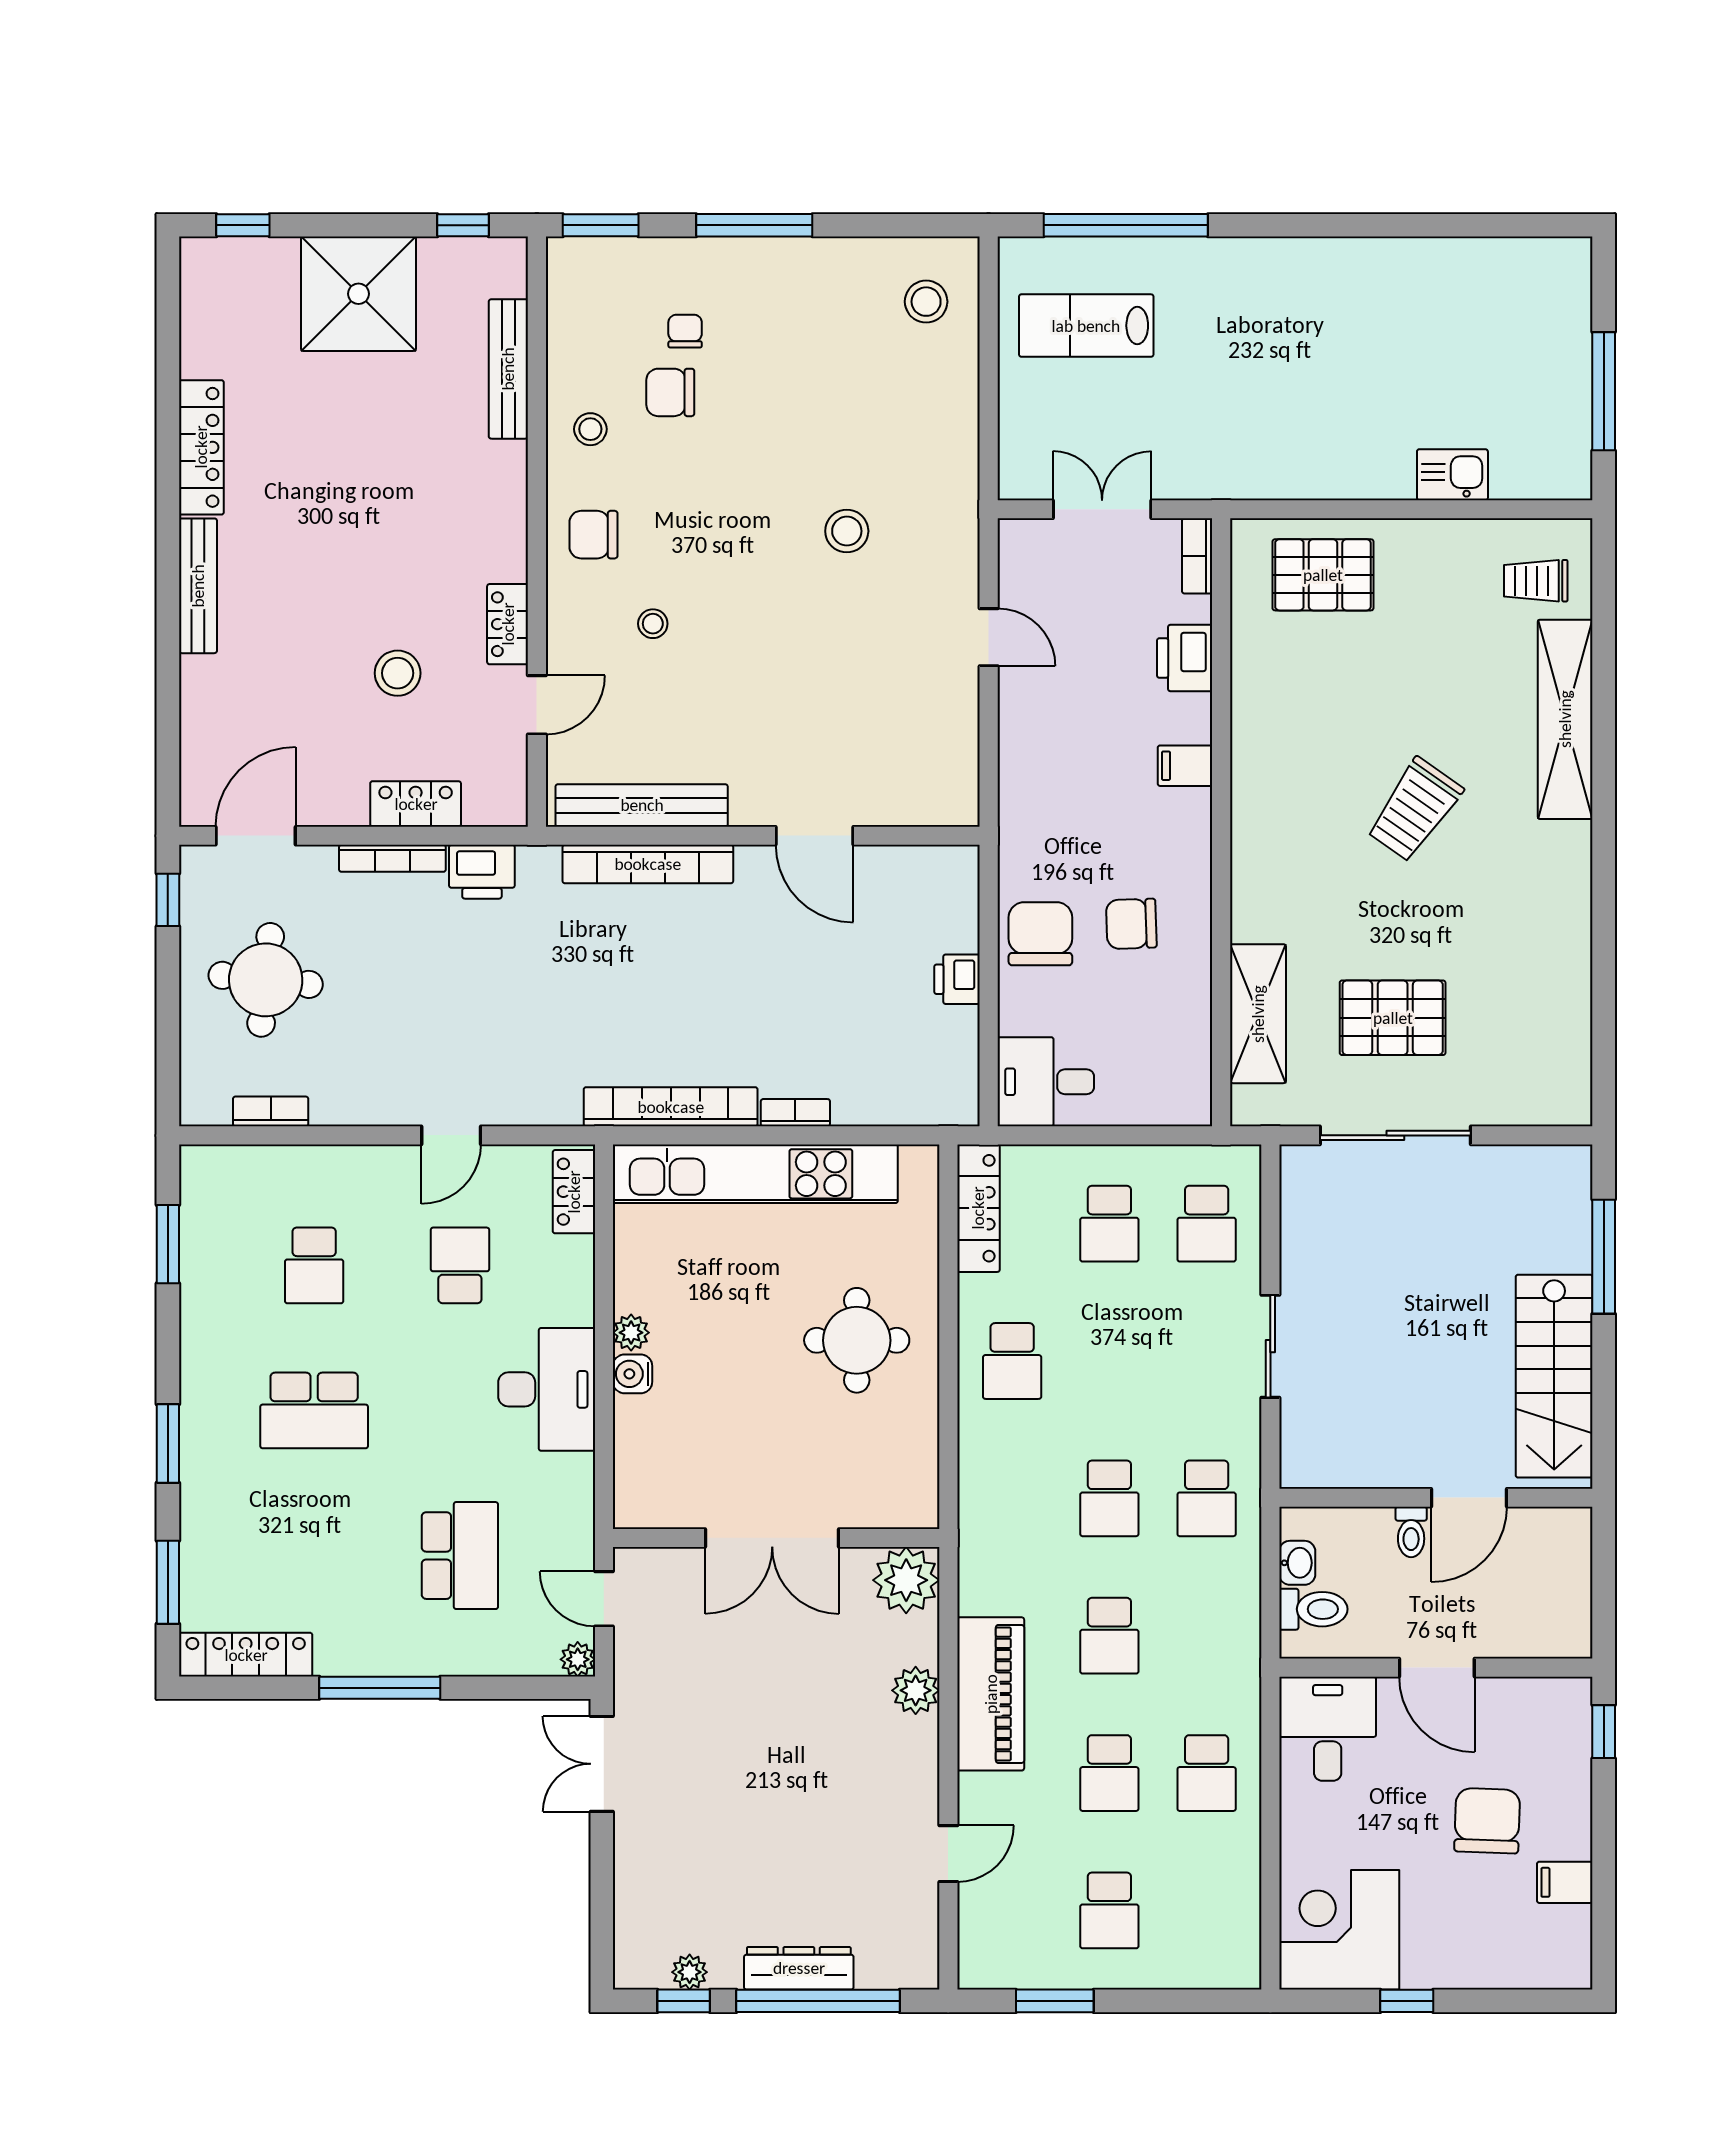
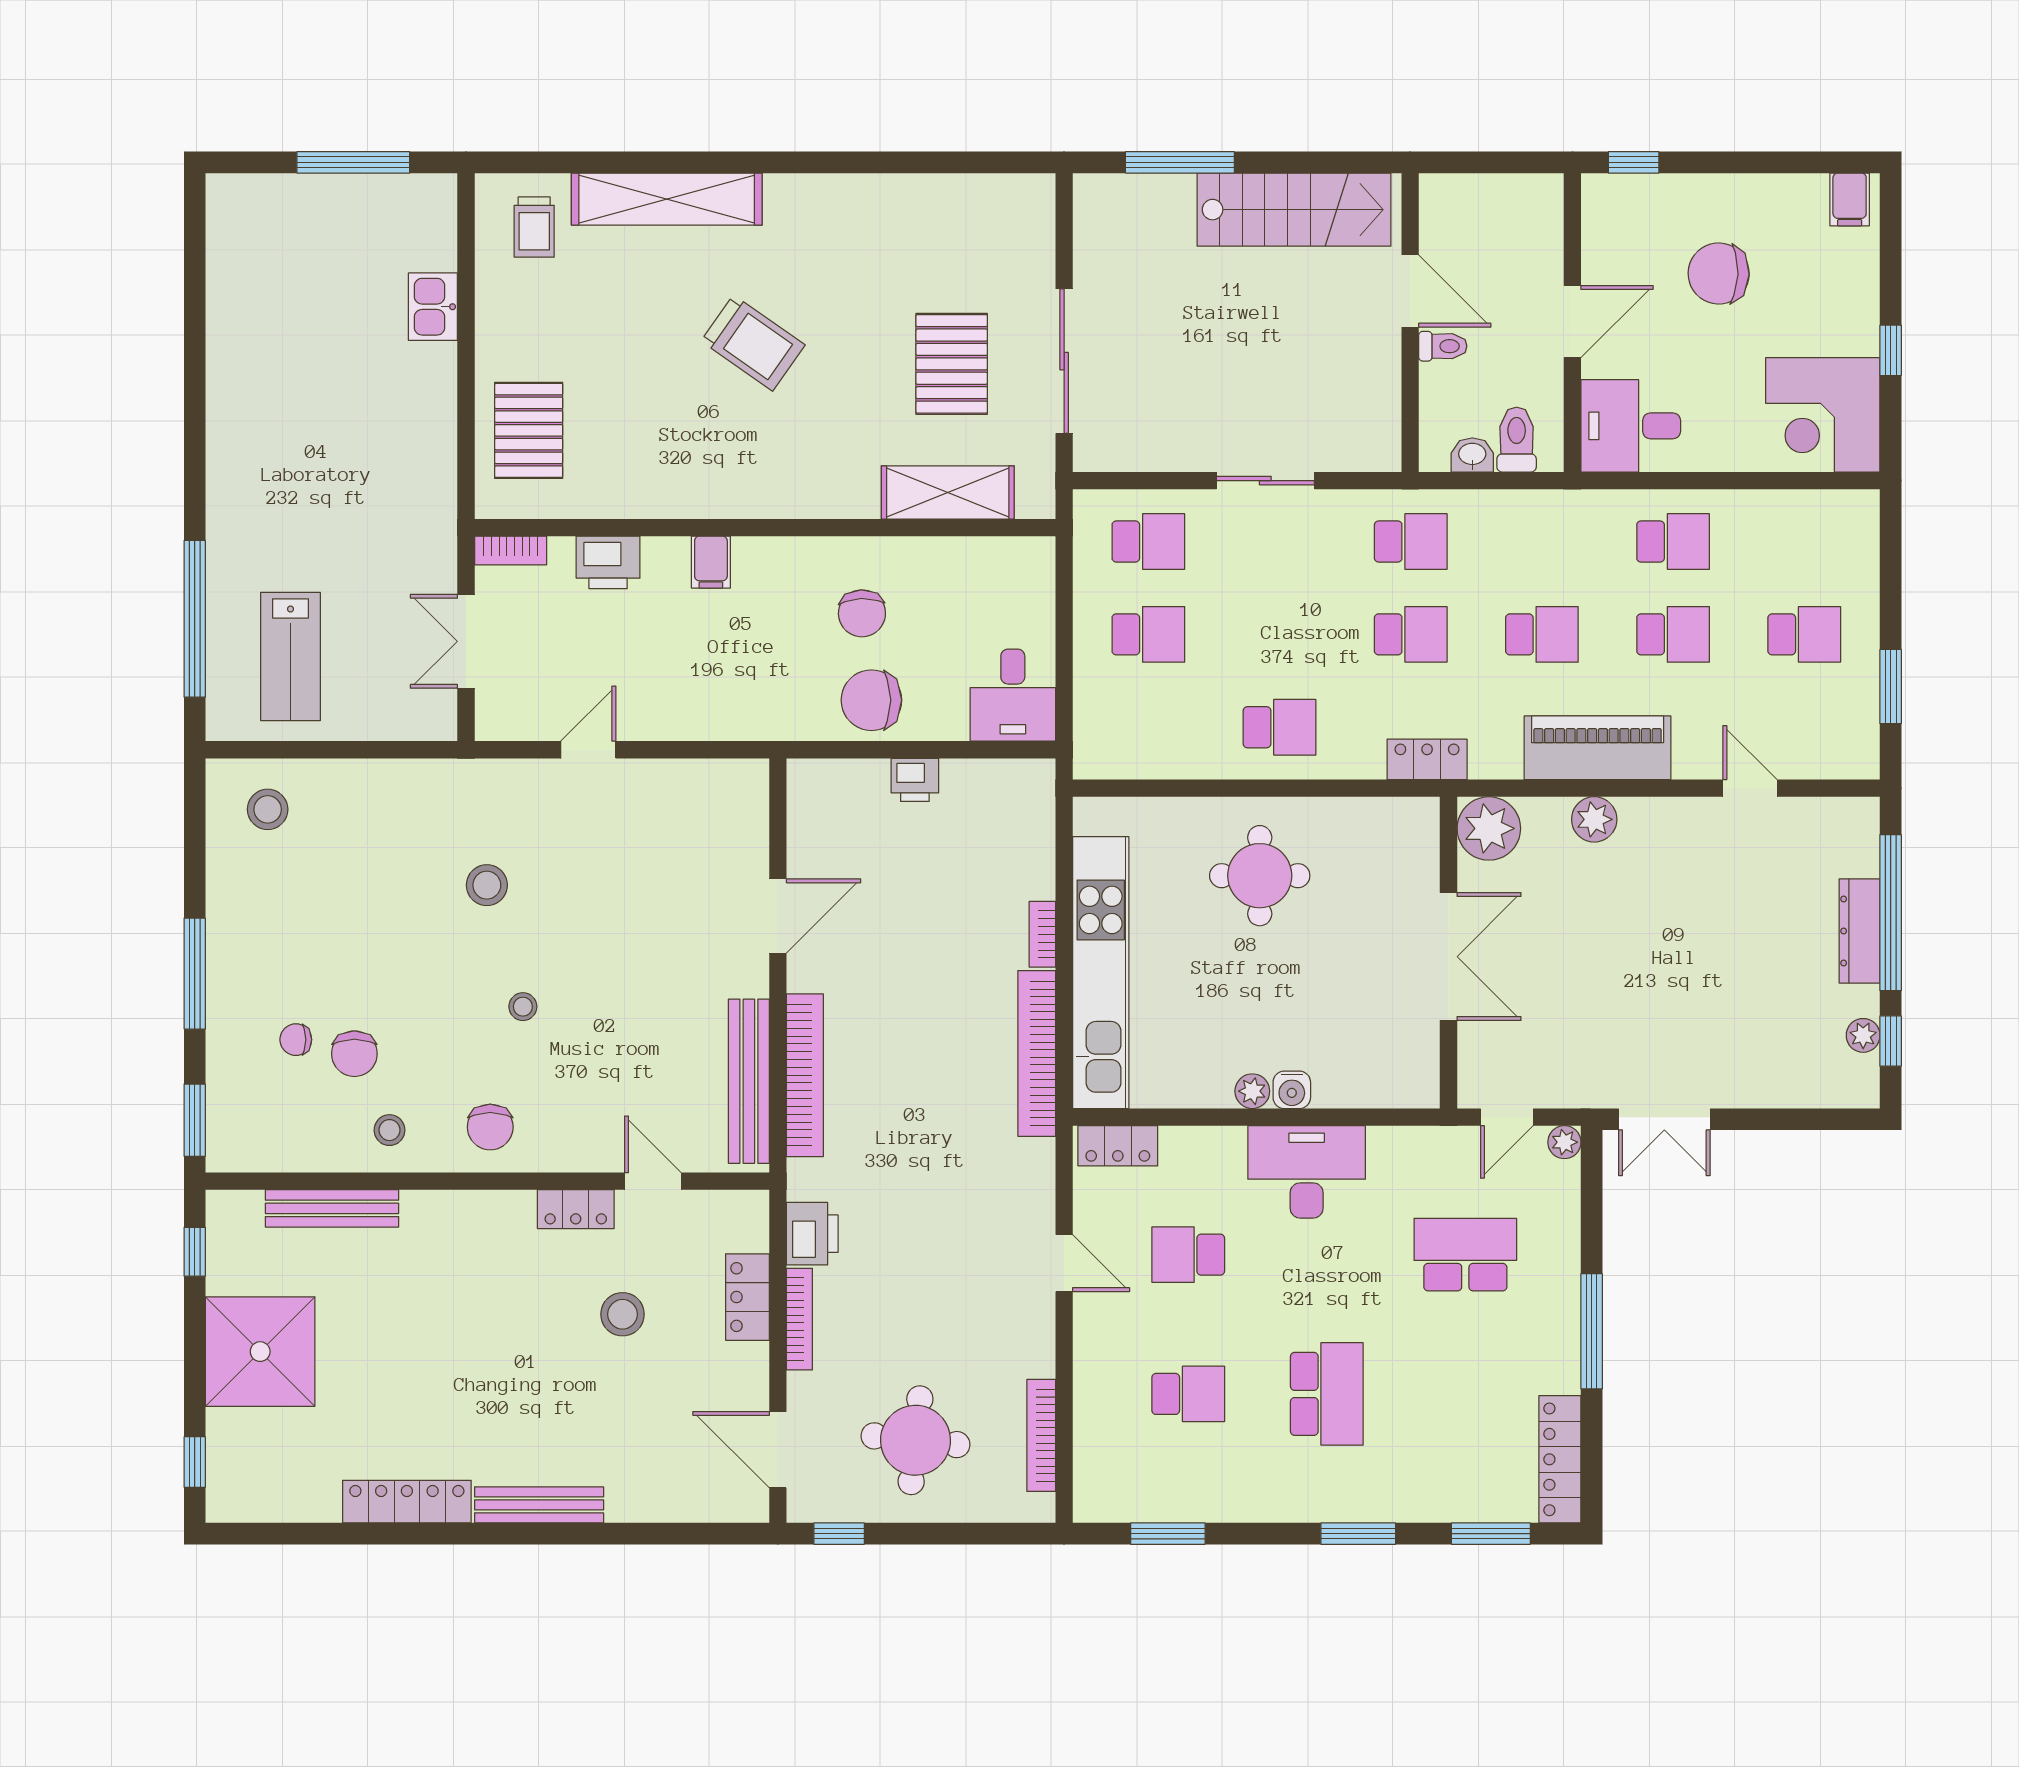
stool: (653, 624) -> (523, 1007), moved
bookcase: (271, 1111) -> (1041, 1435), width x1.56
locker: (978, 1208) -> (1427, 759), moved, width x0.66
filing cabinet: (1565, 1882) -> (1850, 199), moved

